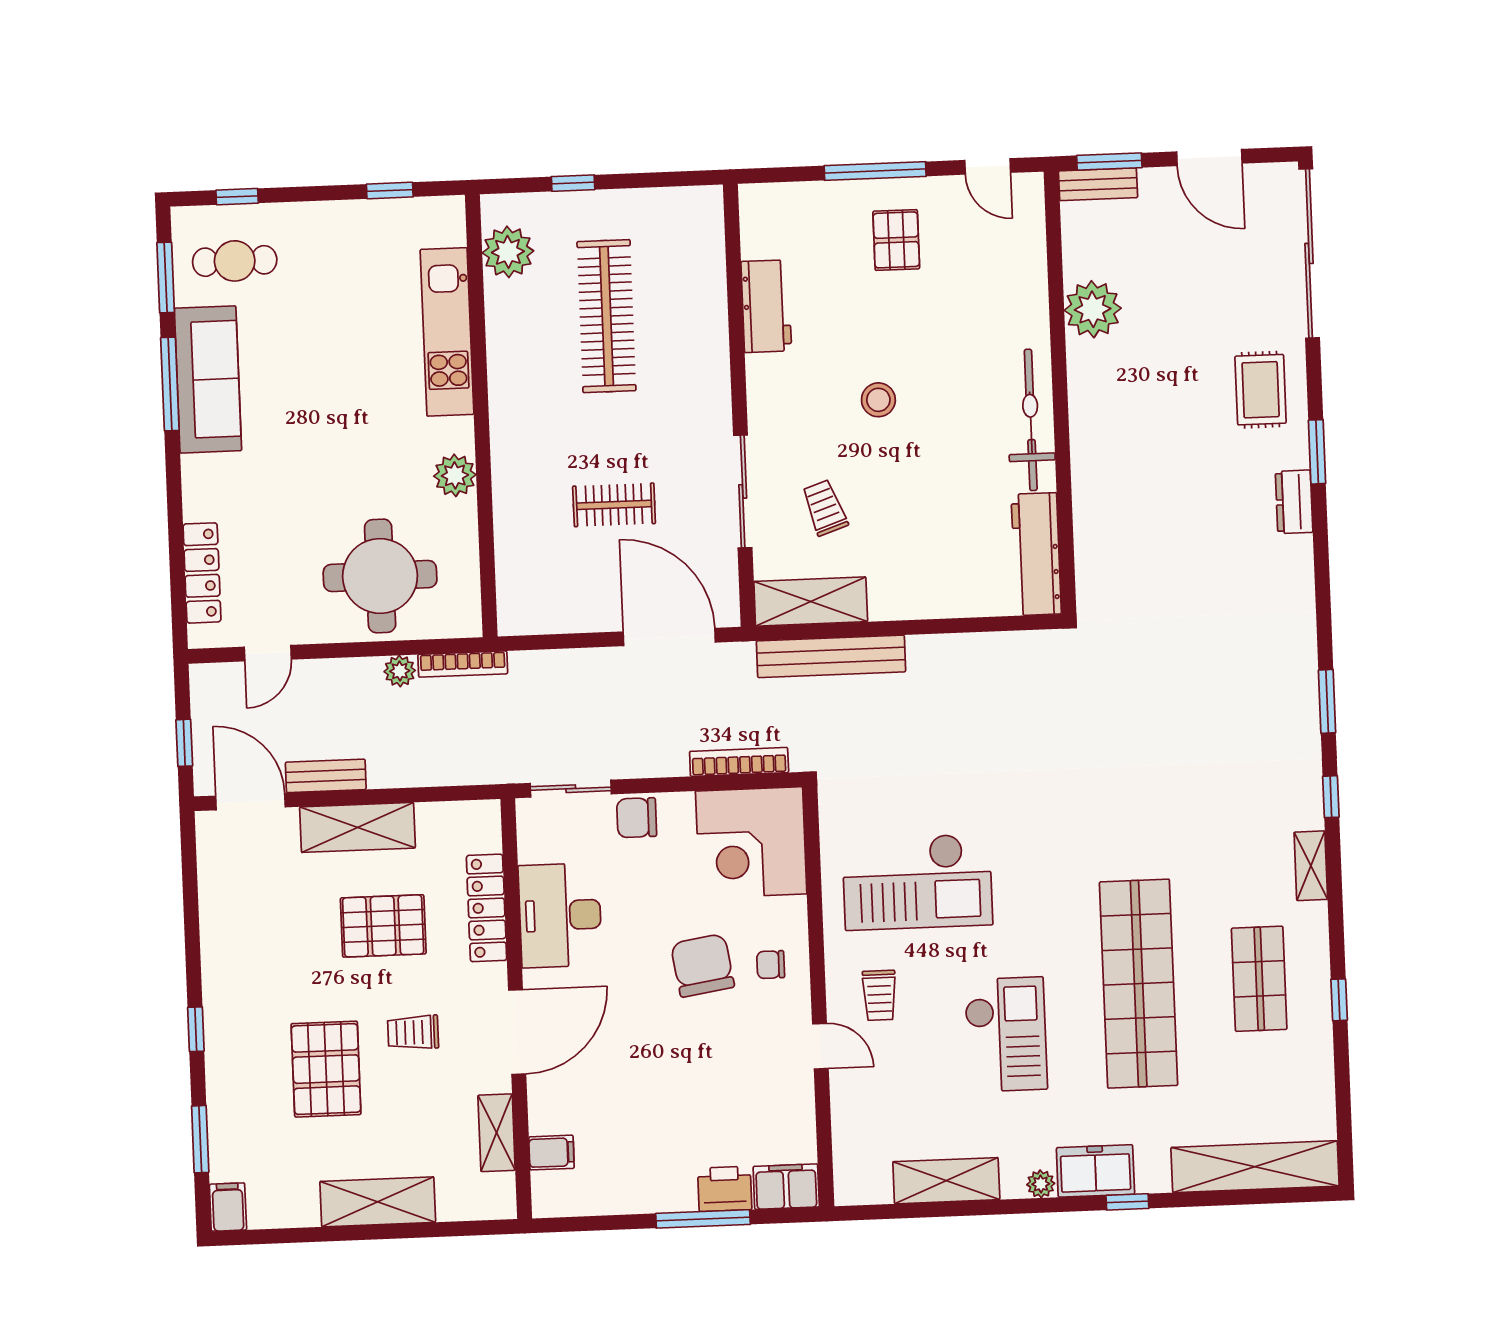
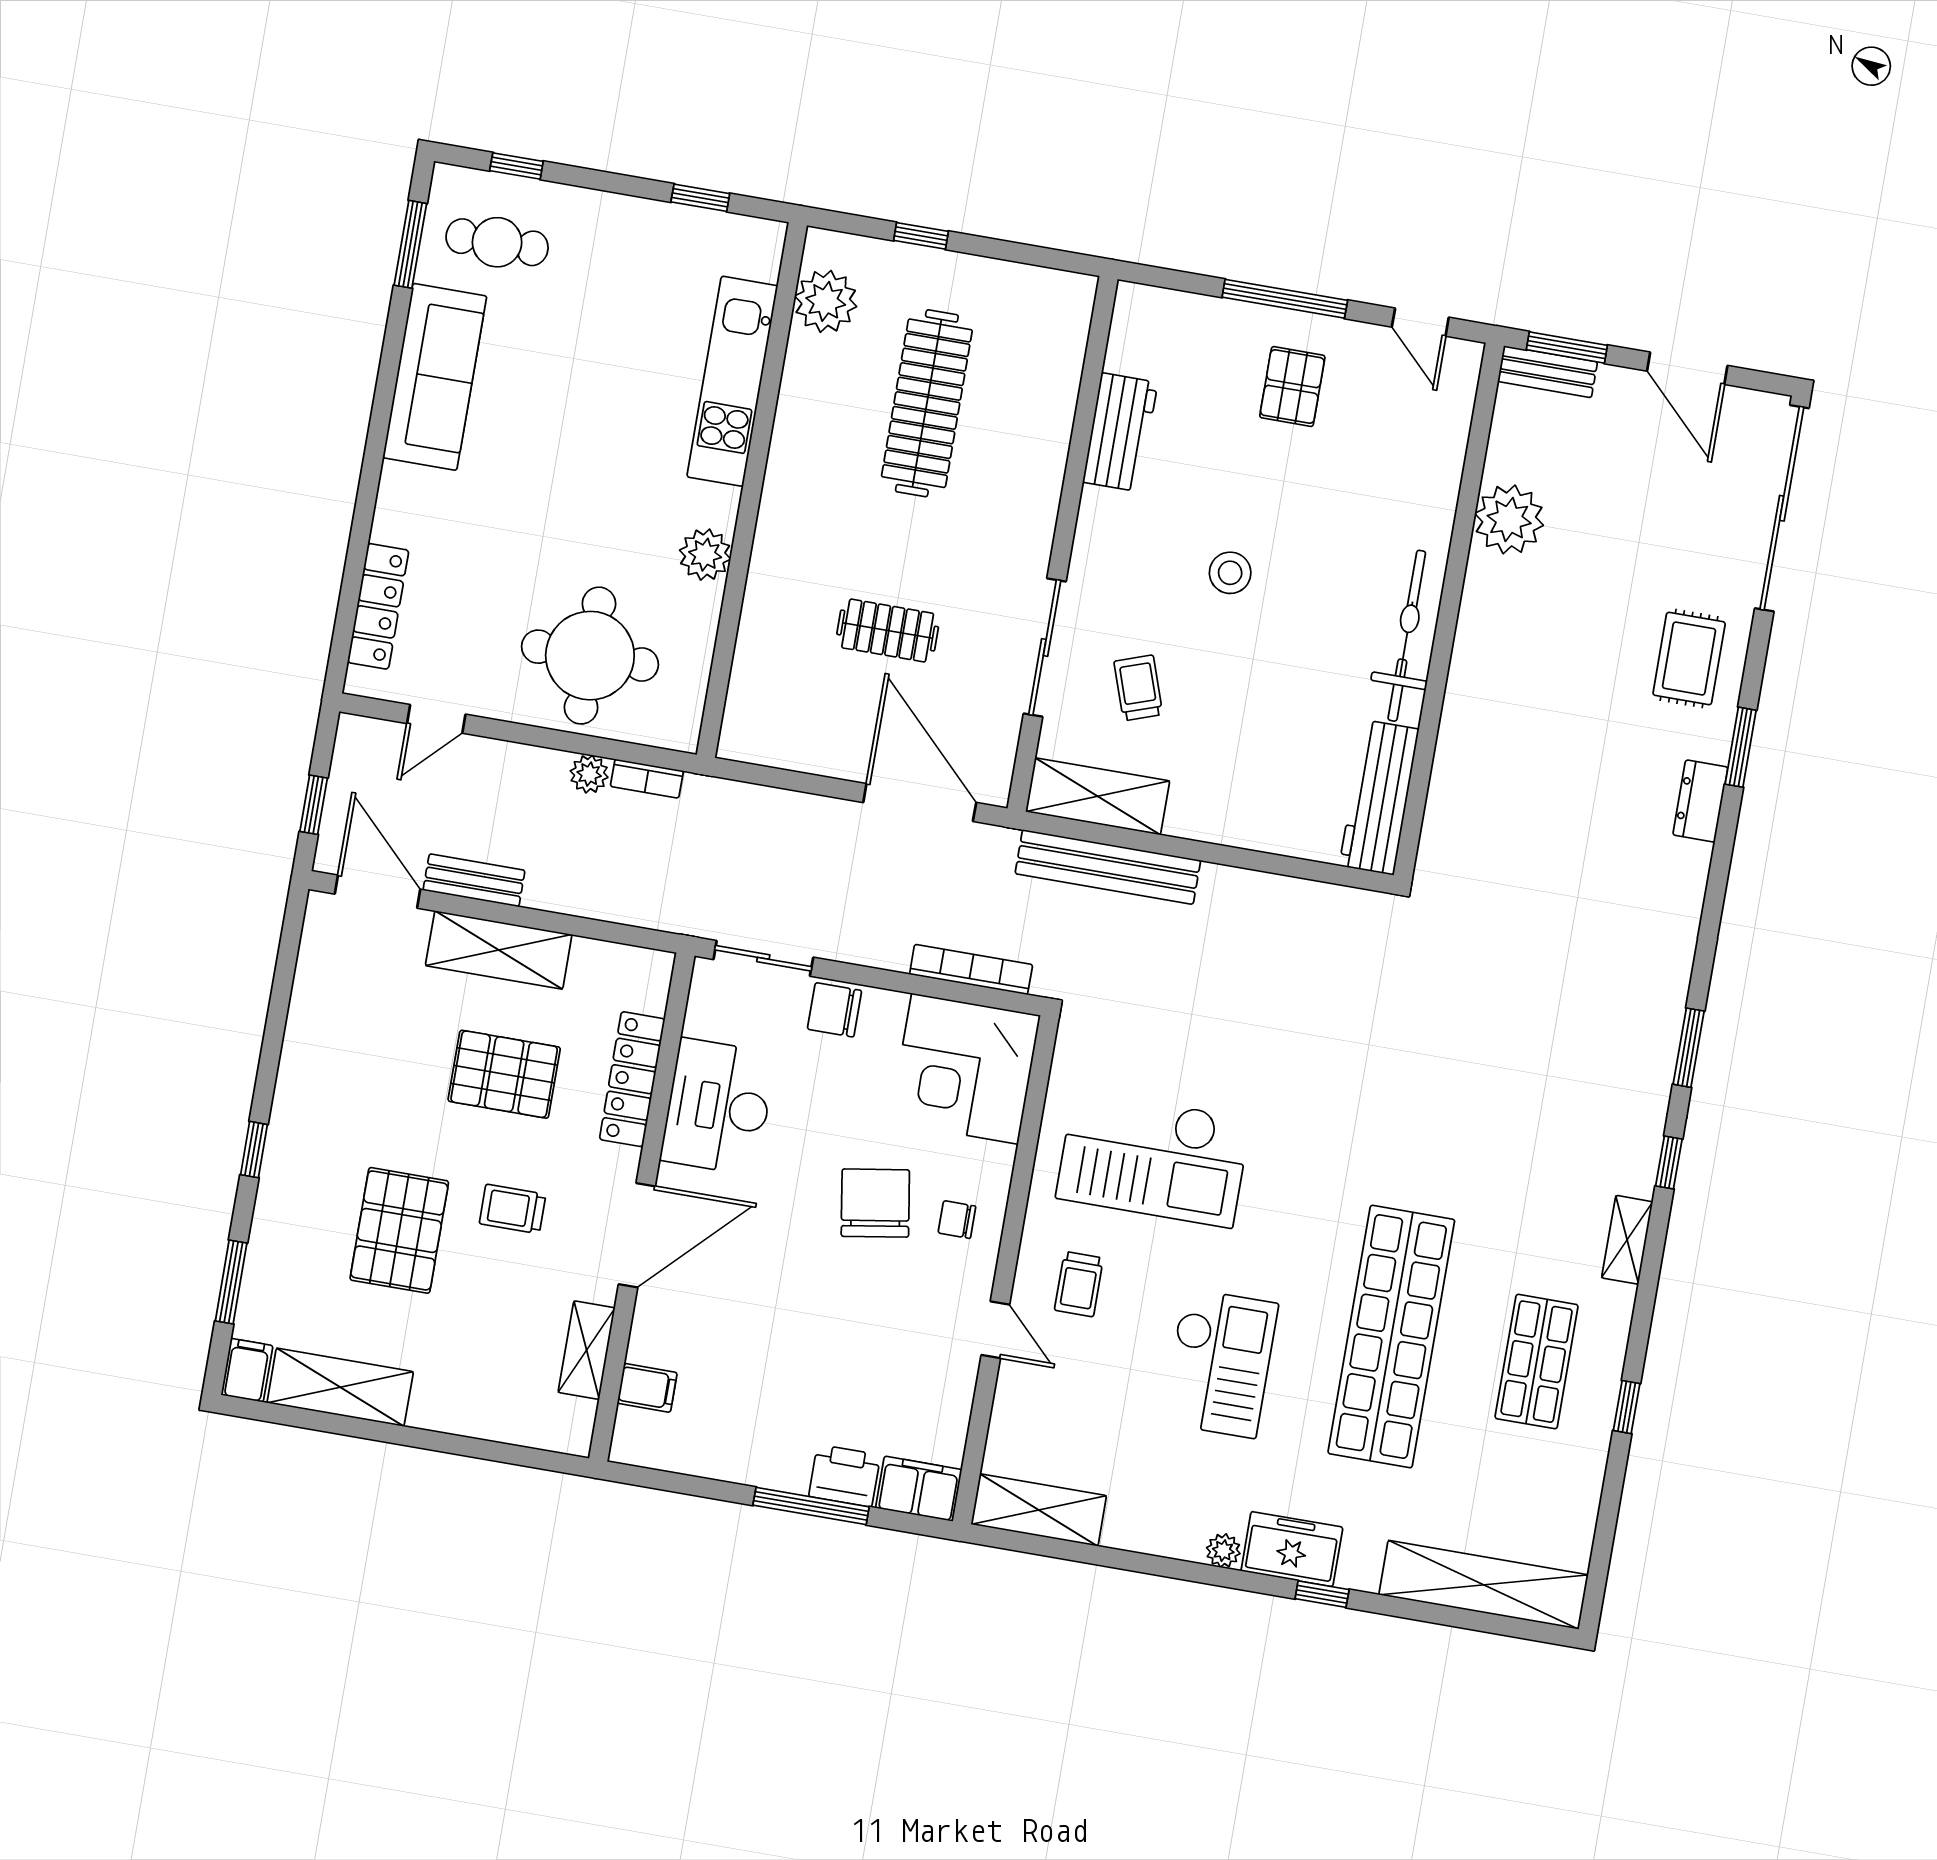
window: (170, 384) -> (388, 373), removed
bookcase: (463, 664) -> (647, 779), width x0.64
shelving: (946, 1181) -> (1039, 1510), moved
shelving: (378, 1202) -> (340, 1387), moved

